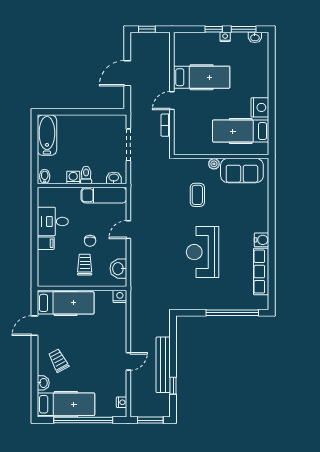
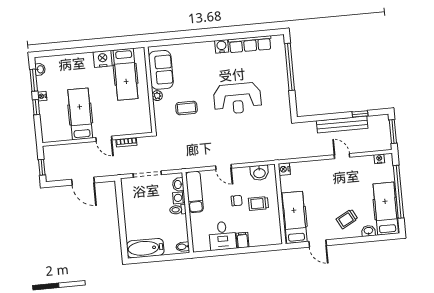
washing machine: (73, 177) -> (179, 198), moved

